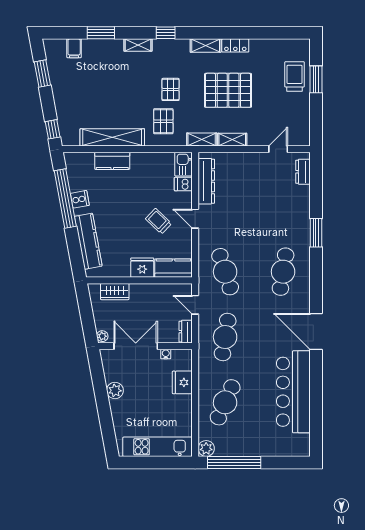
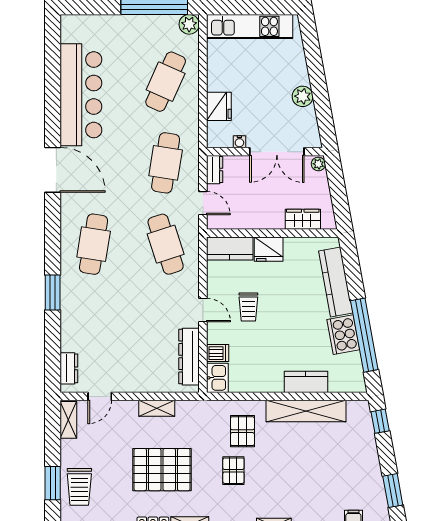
shelving: (202, 139) -> (68, 420), moved, turned 90
cooker: (80, 199) -> (343, 335), width x1.87, depth x1.31
trolley: (159, 221) -> (248, 307), turned 46

